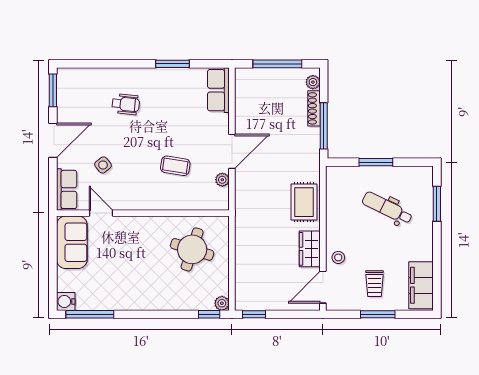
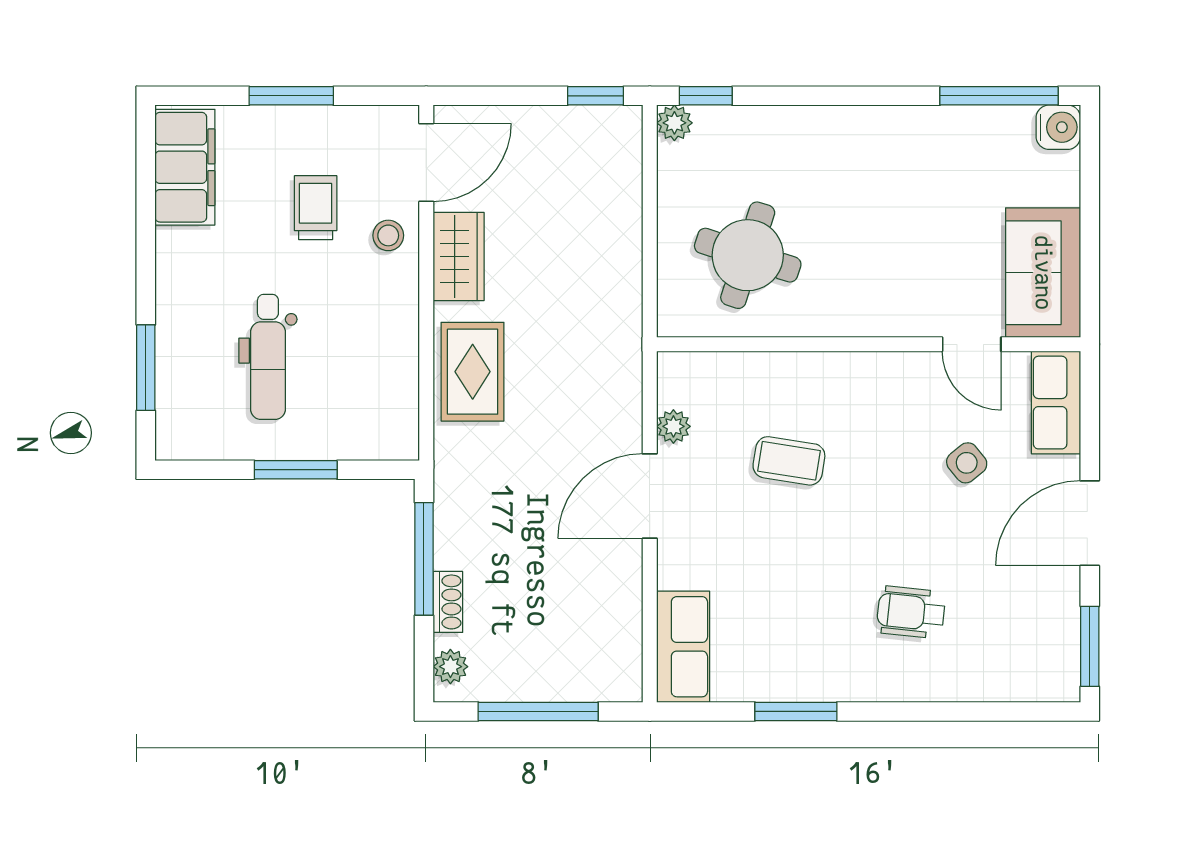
shoe rack: (314, 108) -> (448, 602), width x0.70
dental chair: (387, 208) -> (268, 357), turned 64
trolley: (374, 284) -> (316, 208), moved

